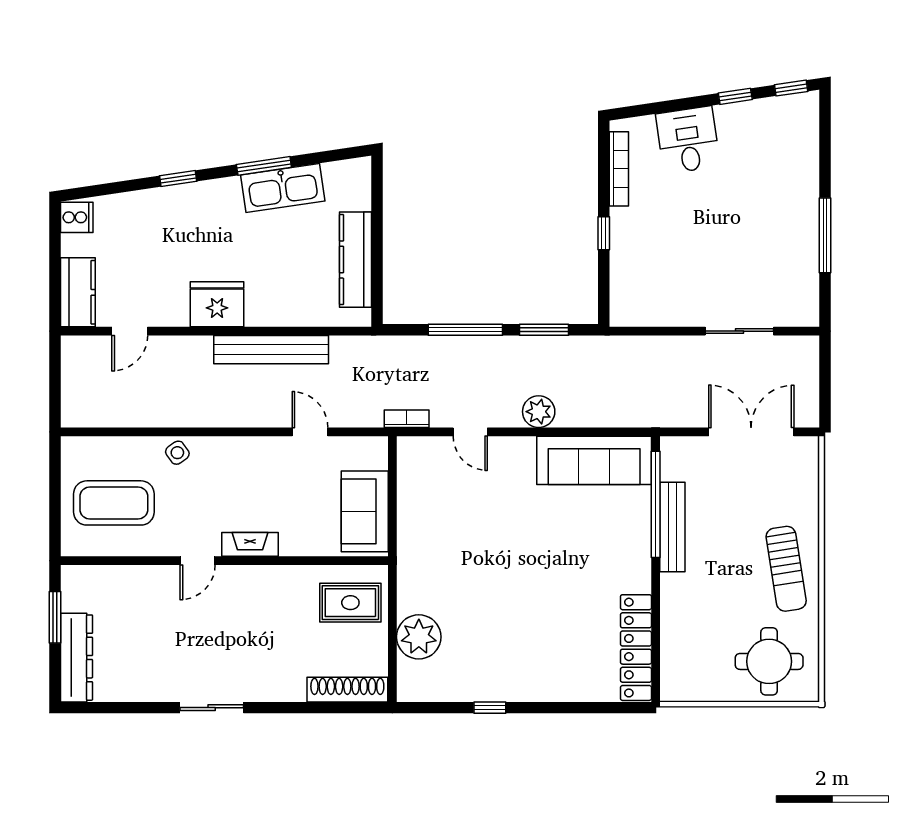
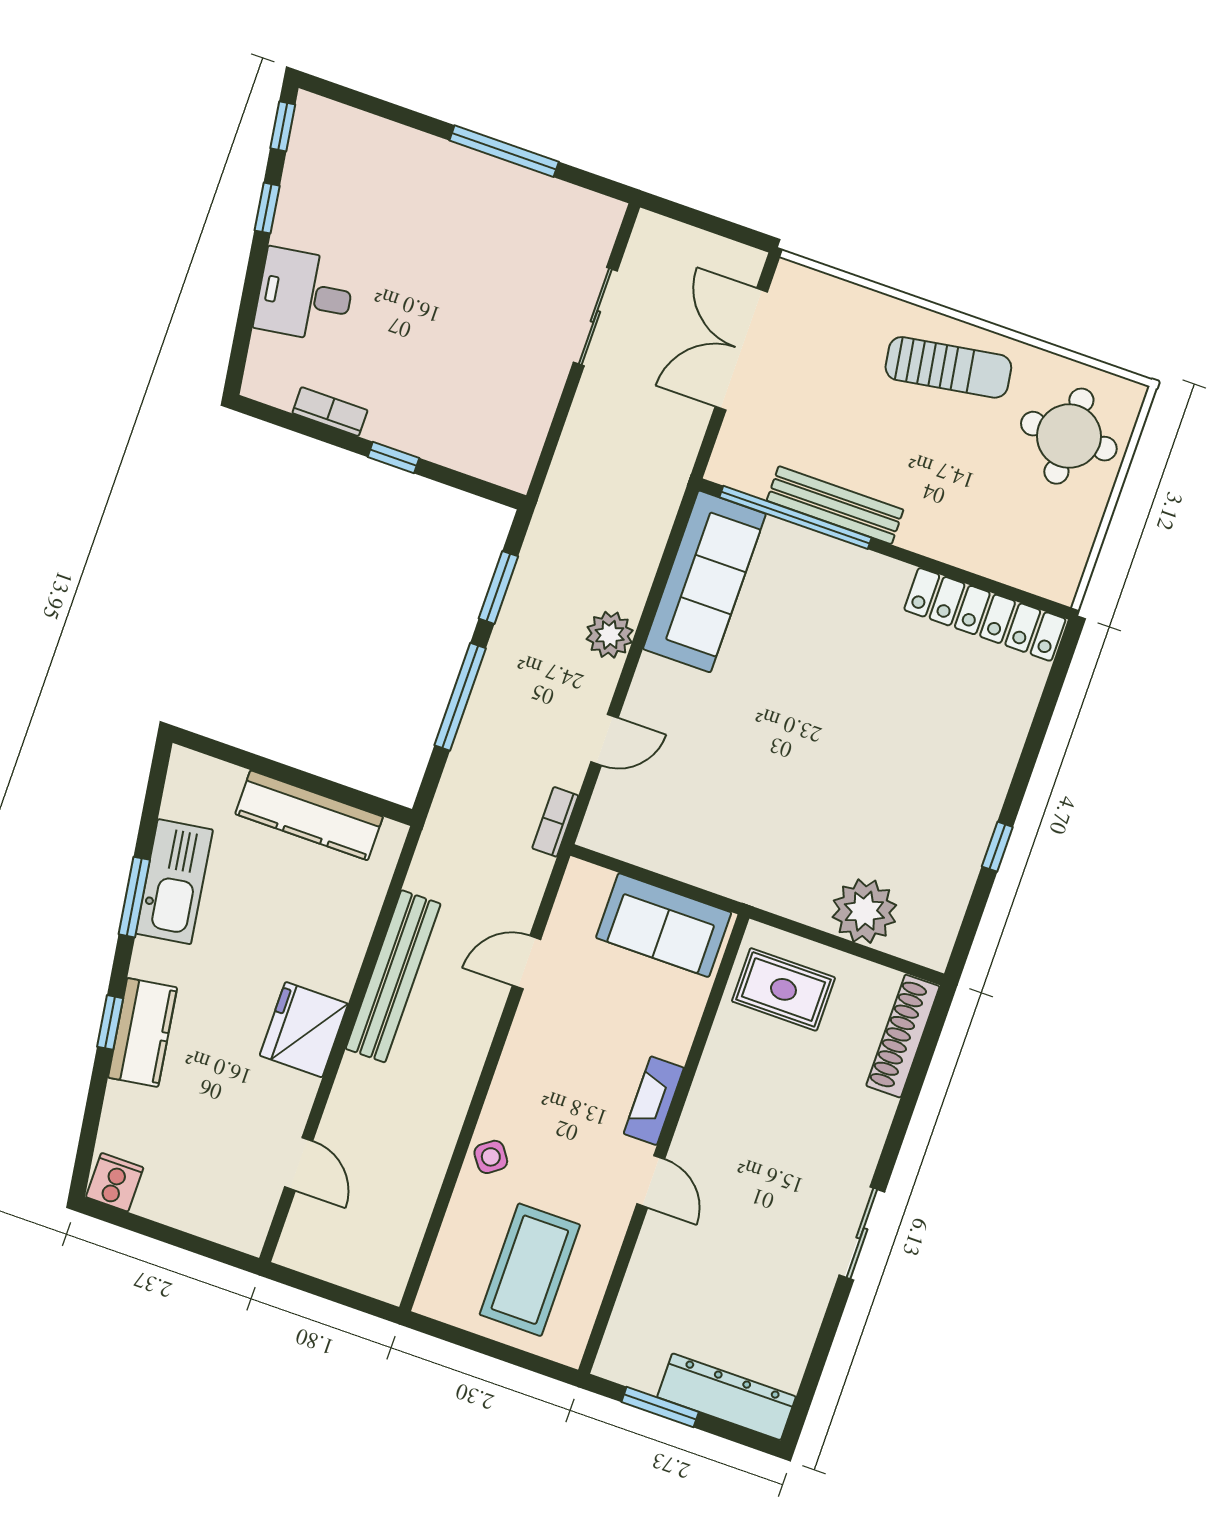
bookcase: (619, 169) -> (330, 412), width x0.64
kitchen counter: (78, 292) -> (143, 1033), moved, turned 82
rug: (350, 603) -> (783, 989), turned 90

